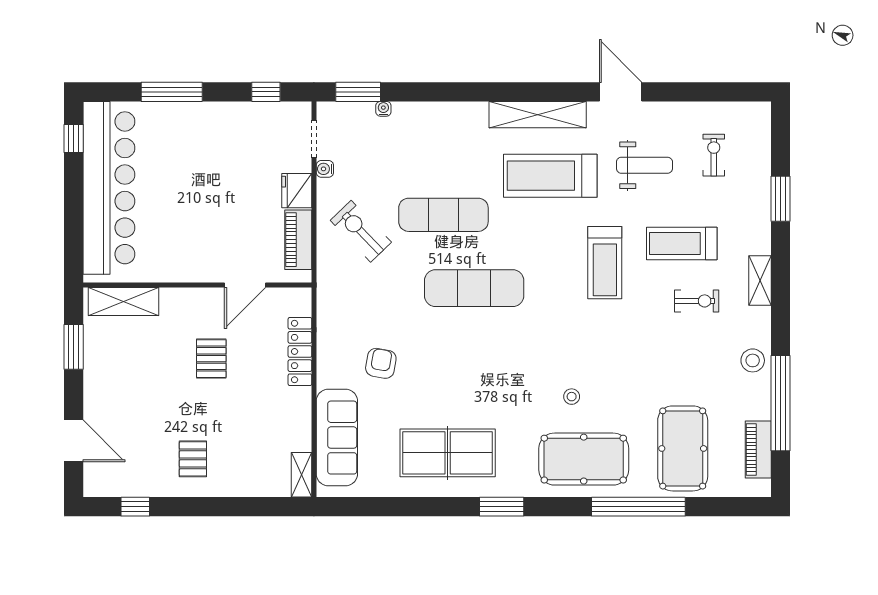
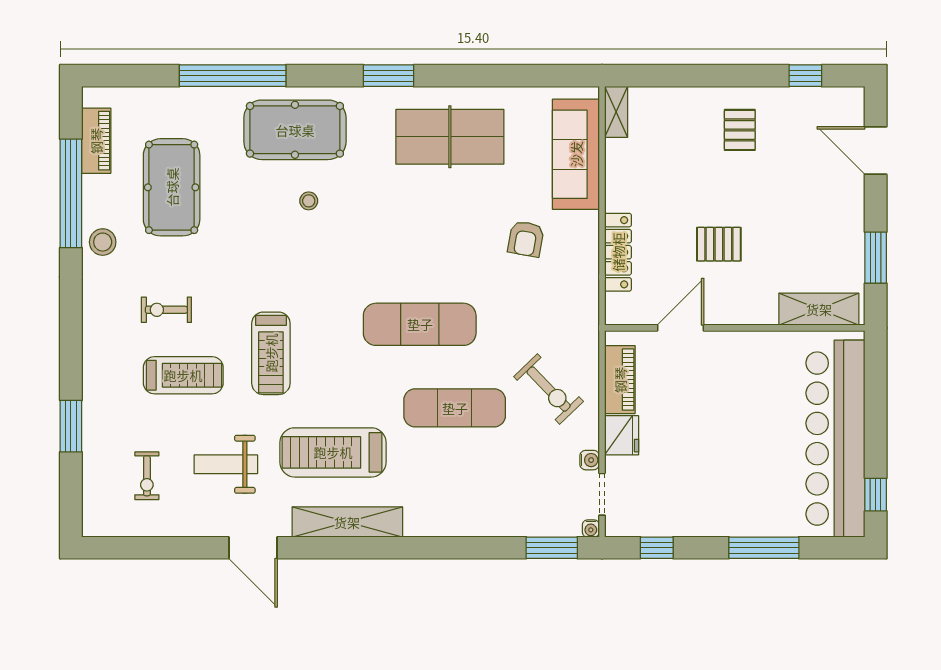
water cooler: (383, 109) -> (591, 528), moved
treadmill: (550, 176) -> (333, 452), turned 180
treadmill: (605, 263) -> (271, 353), turned 180
shelving: (760, 281) -> (94, 333), removed
pallet: (211, 359) -> (719, 244), turned 90
pool table: (683, 448) -> (172, 187), moved

